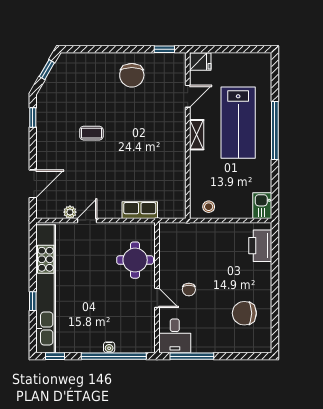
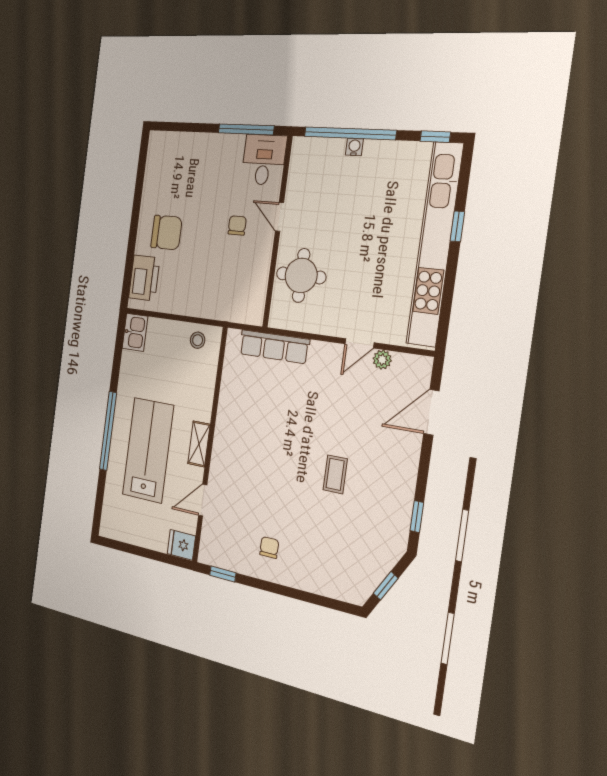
chair: (132, 75) -> (269, 548), width x0.54, depth x0.54
coffee table: (91, 133) -> (335, 474), turned 90
row of seats: (140, 210) -> (274, 347), width x1.48
chair: (244, 313) -> (166, 233), moved

